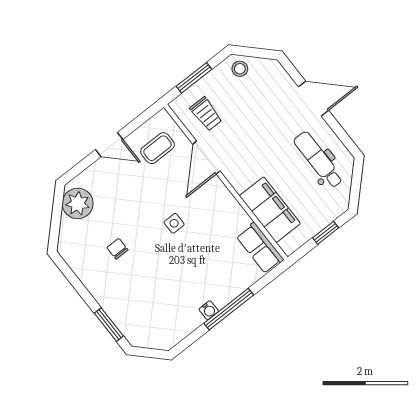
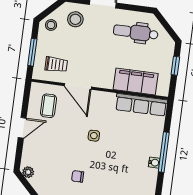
stool: (270, 87) -> (75, 19), added
plant: (78, 203) -> (28, 172), width x0.53, depth x0.53
row of seats: (260, 248) -> (141, 105), width x1.48

